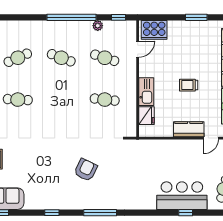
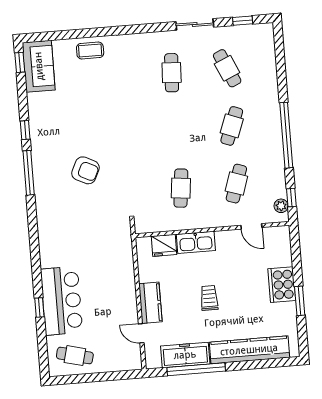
plant: (98, 26) -> (281, 206), moved
cooker: (154, 30) -> (282, 285), moved
window: (100, 213) -> (29, 173), moved

